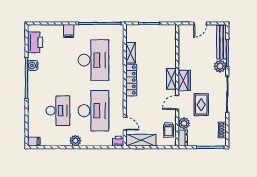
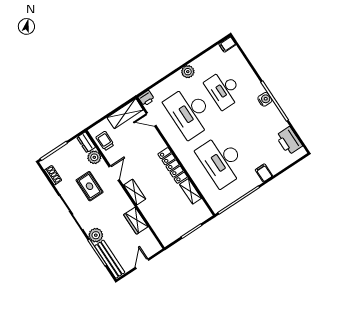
water cooler: (33, 65) -> (265, 99), moved
wardrobe: (184, 80) -> (136, 221), moved

